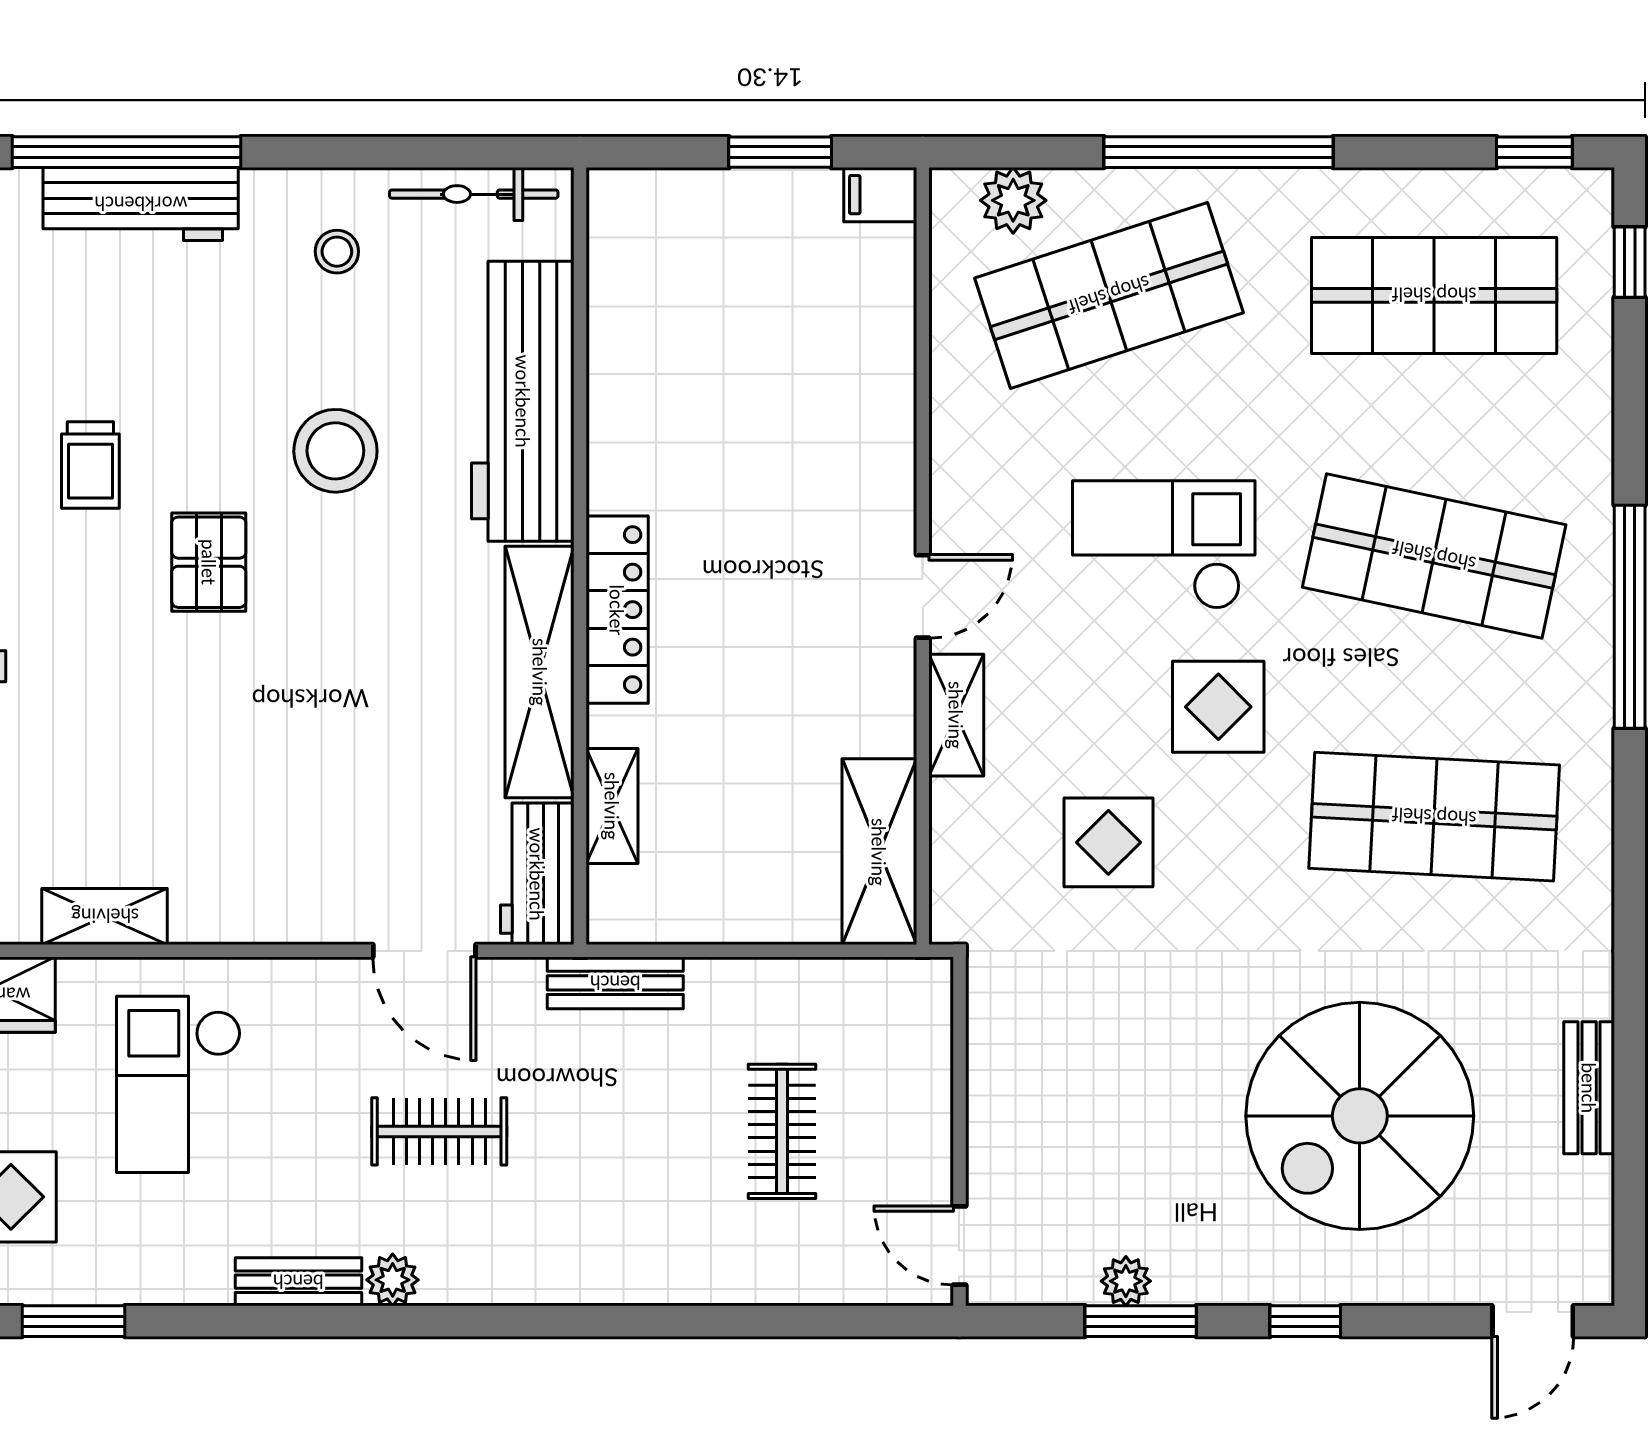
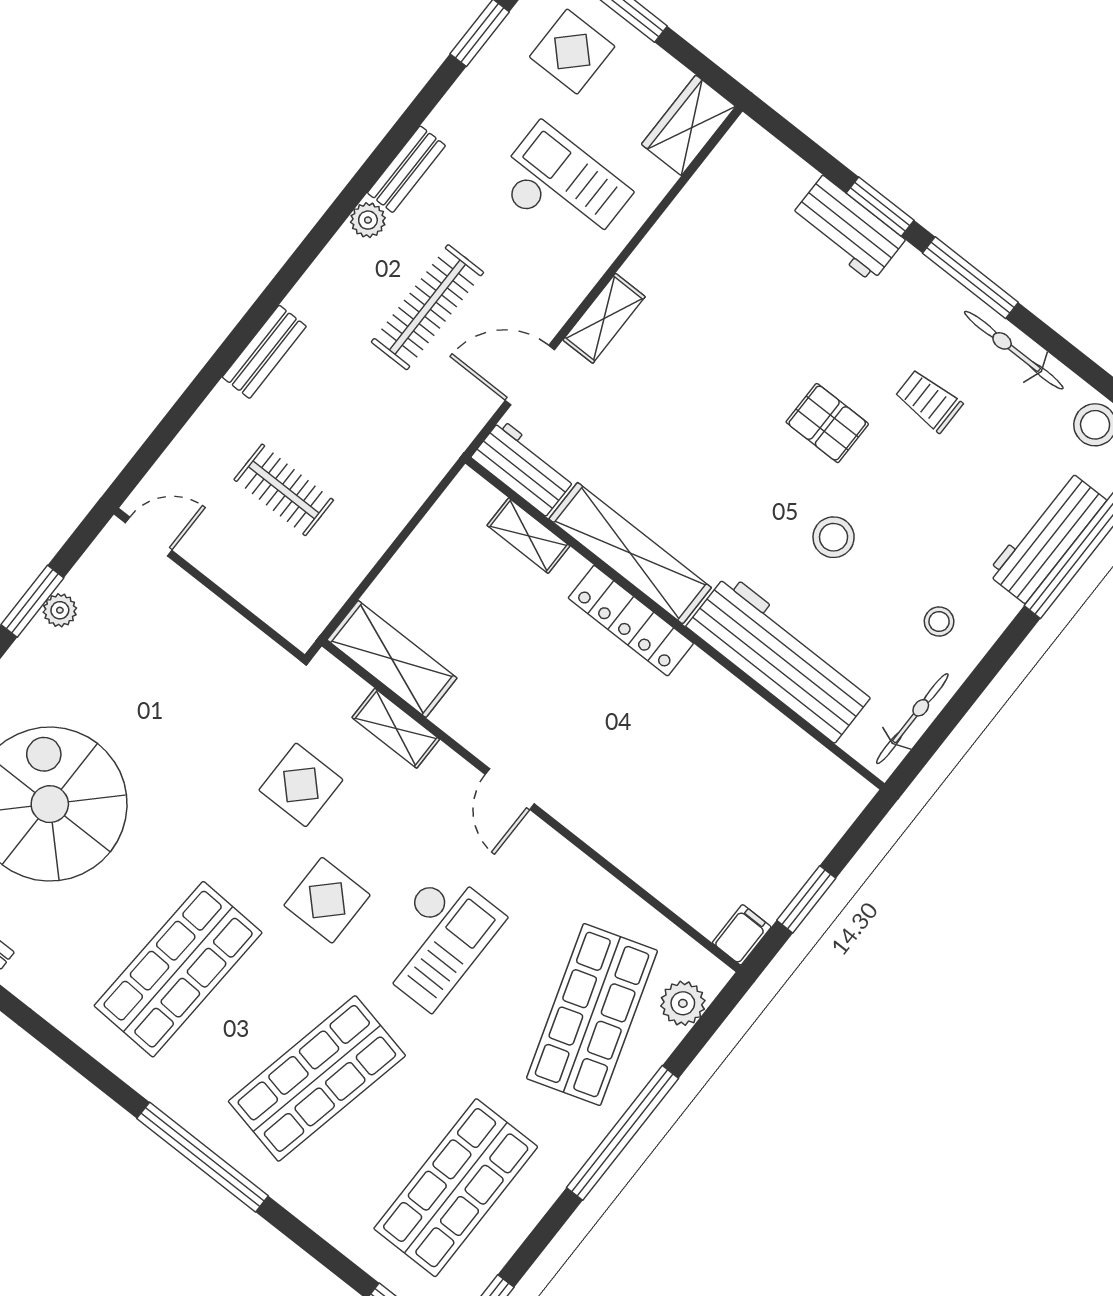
stool: (335, 451) -> (834, 537), width x0.73, depth x0.73
shelving: (956, 715) -> (396, 728), moved
shelving: (105, 916) -> (604, 318), moved
bench: (615, 983) -> (264, 352), moved
clothes rail: (439, 1131) -> (427, 307), width x1.36

